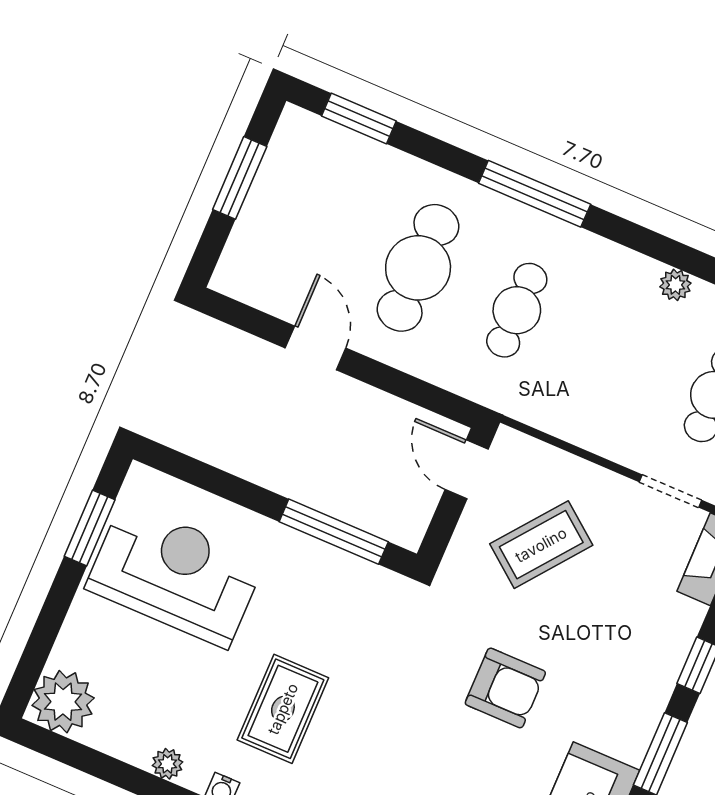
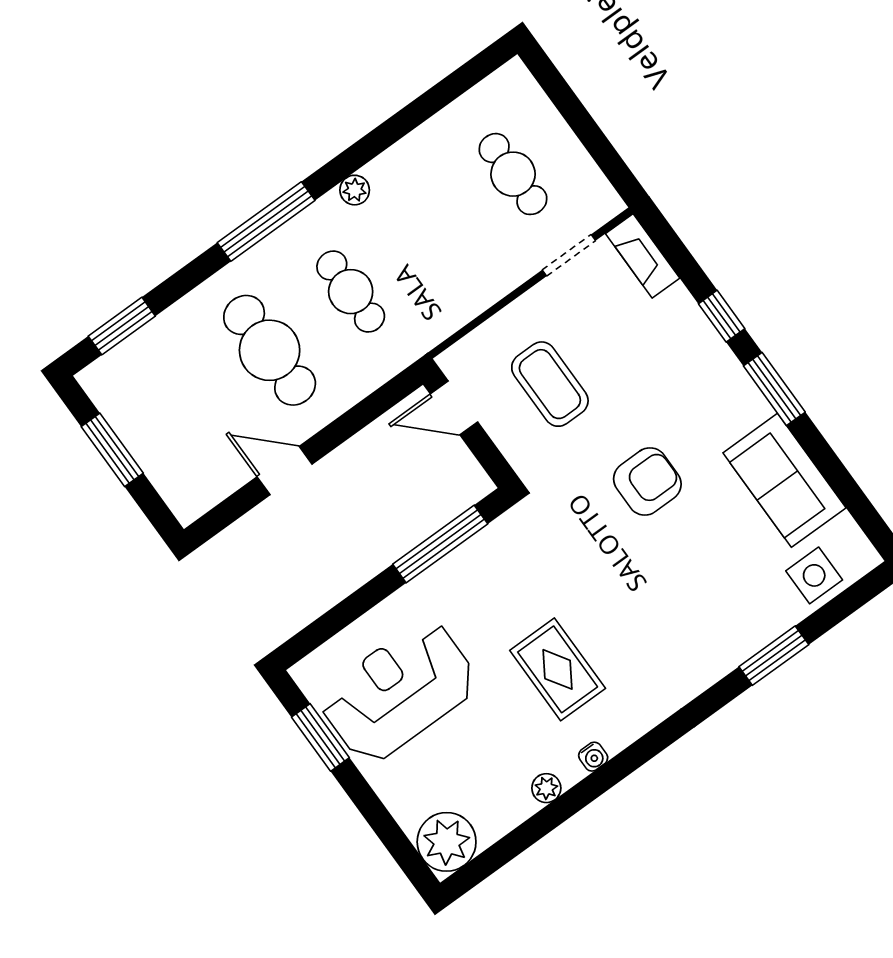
plant: (675, 285) -> (355, 190), moved
coffee table: (541, 545) -> (550, 384), turned -38

